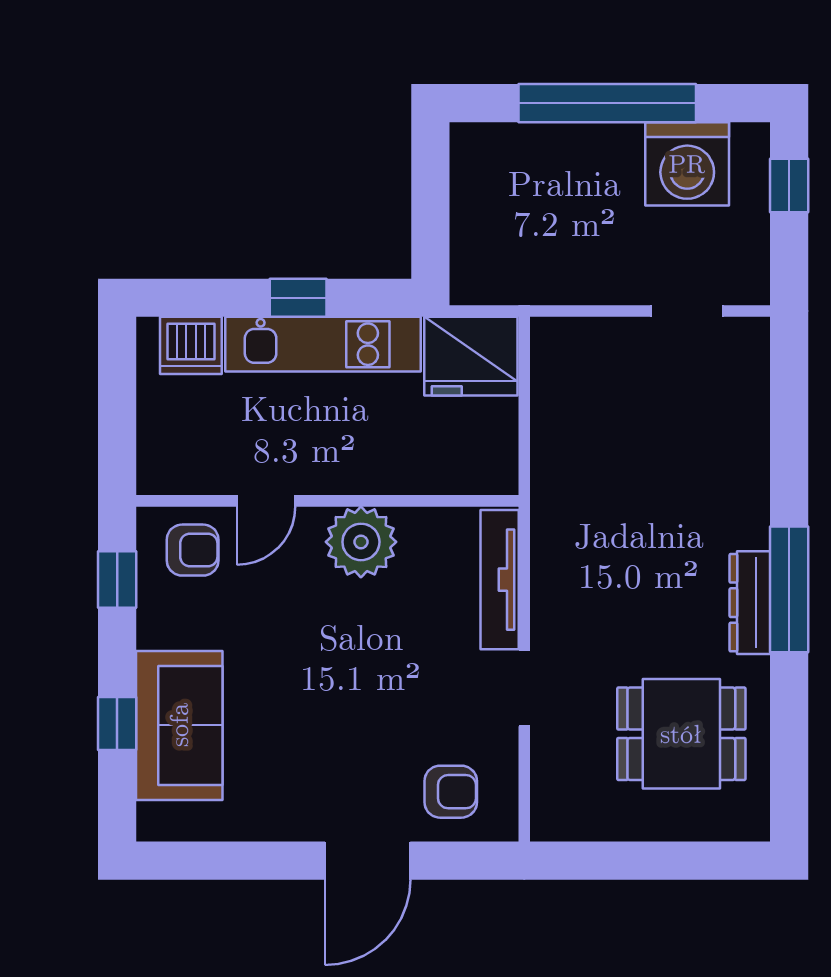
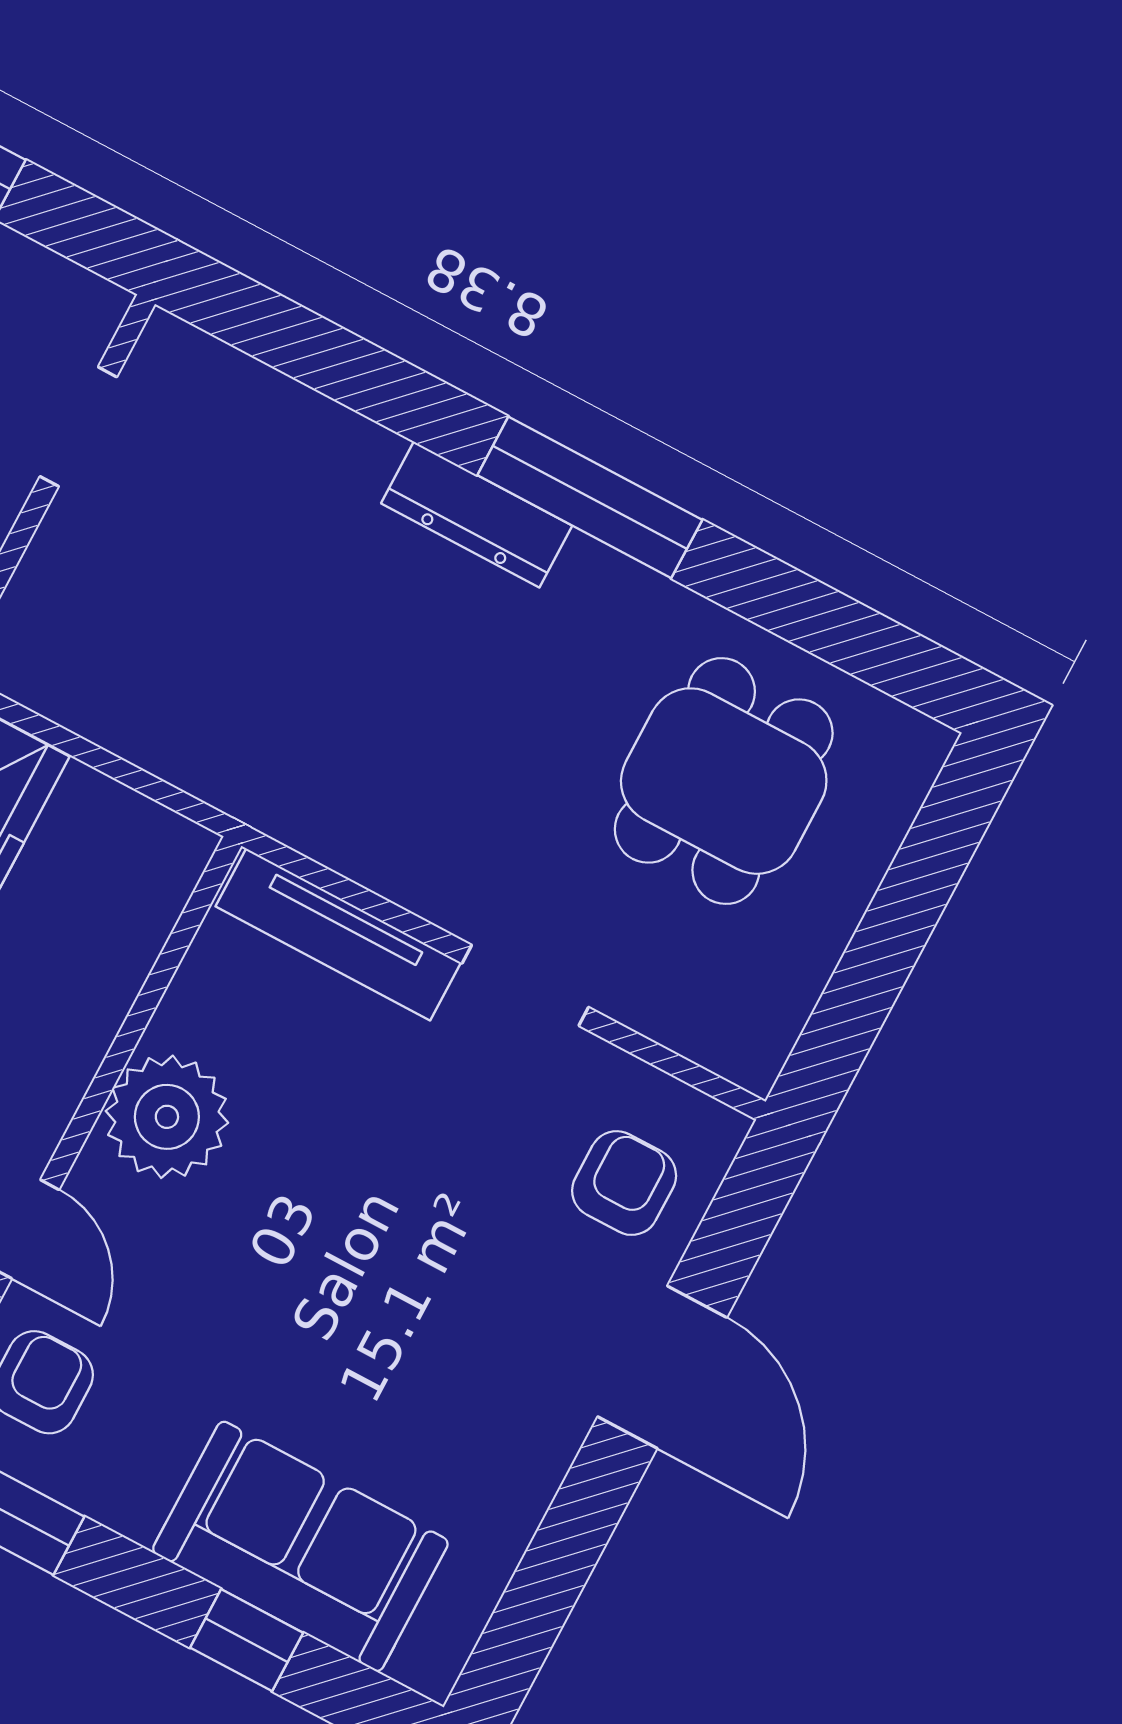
dresser: (750, 603) -> (477, 515), moved

